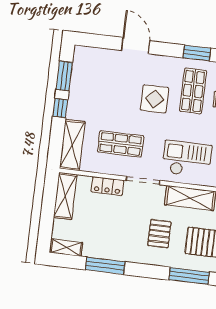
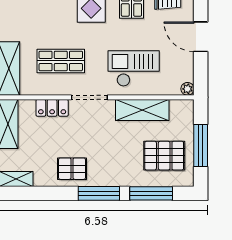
pallet: (159, 234) -> (72, 169), moved, turned 90
window: (105, 266) -> (99, 193), moved

